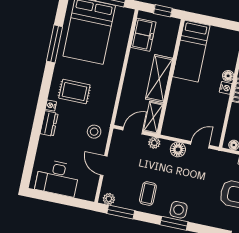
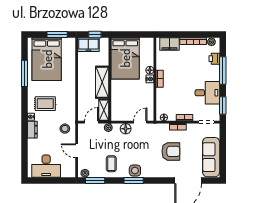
freezer: (143, 35) -> (88, 45), moved, turned 90
bed: (191, 51) -> (125, 58), width x1.50

